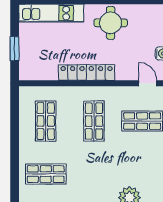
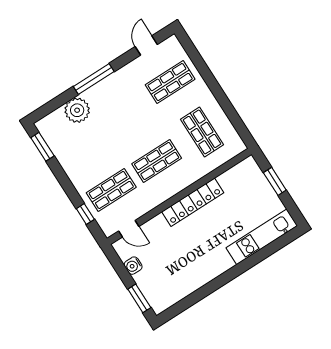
round table: (111, 23) -> (200, 263), removed
shop shelf: (94, 121) -> (157, 161), turned 90

